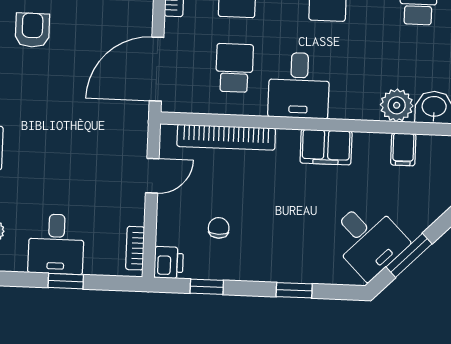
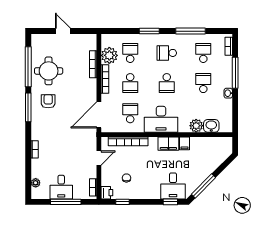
desk: (299, 85) -> (161, 119), width x1.37
filing cabinet: (403, 149) -> (184, 143), moved
desk: (368, 239) -> (173, 186), moved, turned 45
window: (409, 255) -> (204, 186), width x1.44
window: (66, 281) -> (66, 202), width x2.17
window: (294, 290) -> (170, 202), moved

